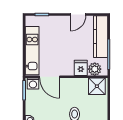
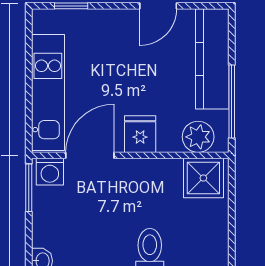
fridge: (81, 68) -> (140, 134), moved
door: (50, 77) -> (90, 155), swing flipped

